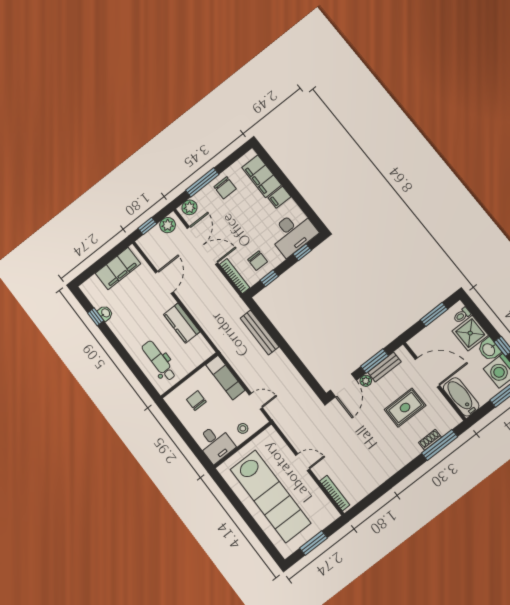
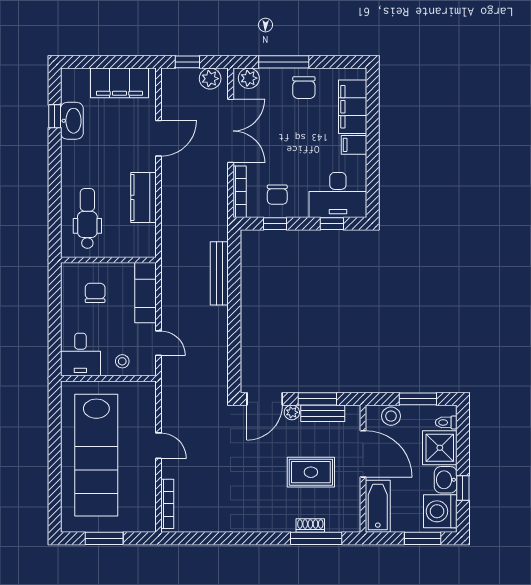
washbasin: (105, 313) -> (72, 121), width x1.91, depth x1.45
stool: (426, 337) -> (391, 416), added

